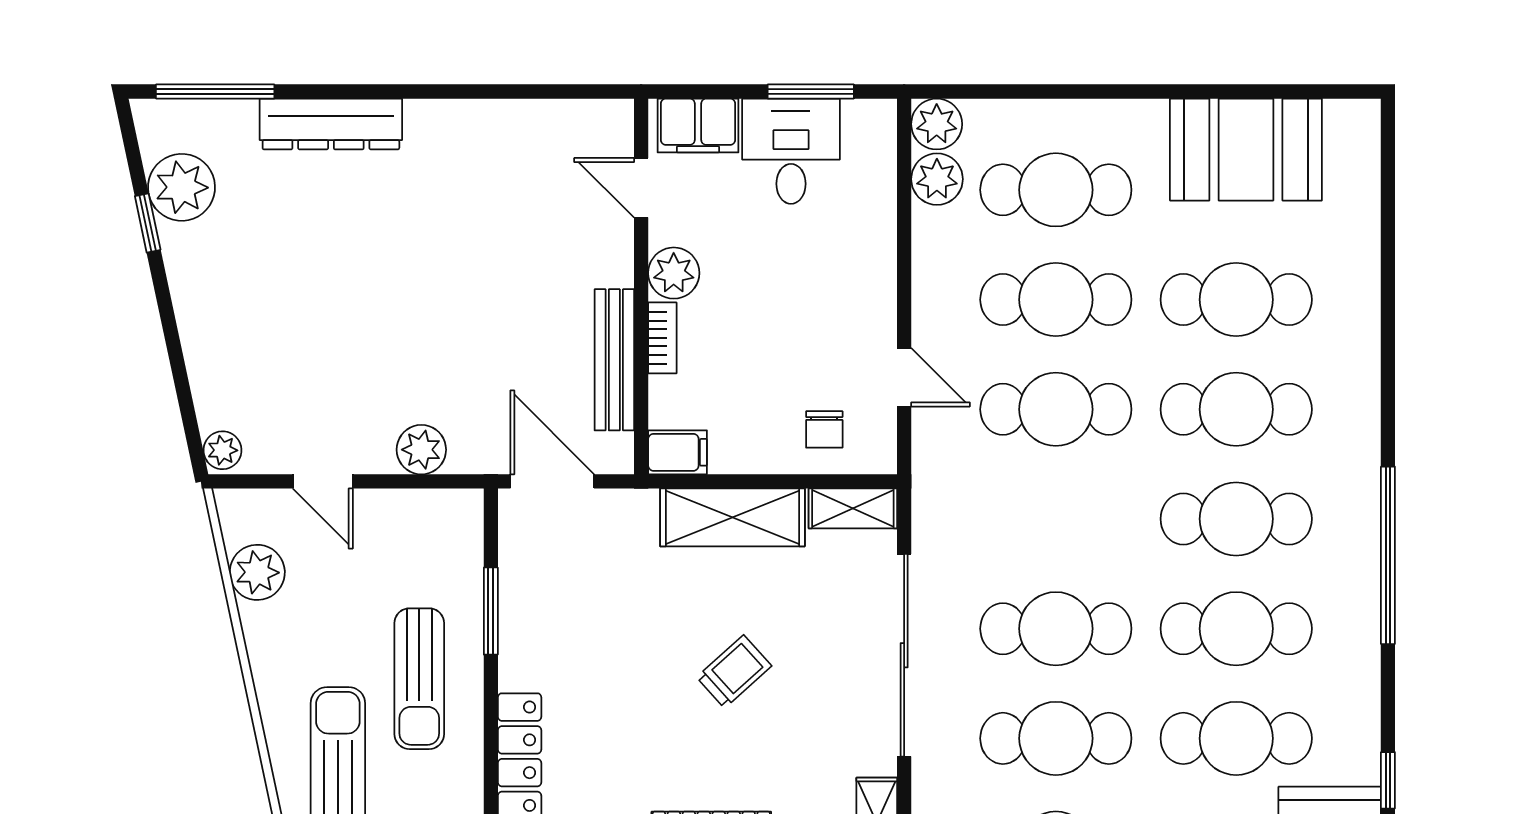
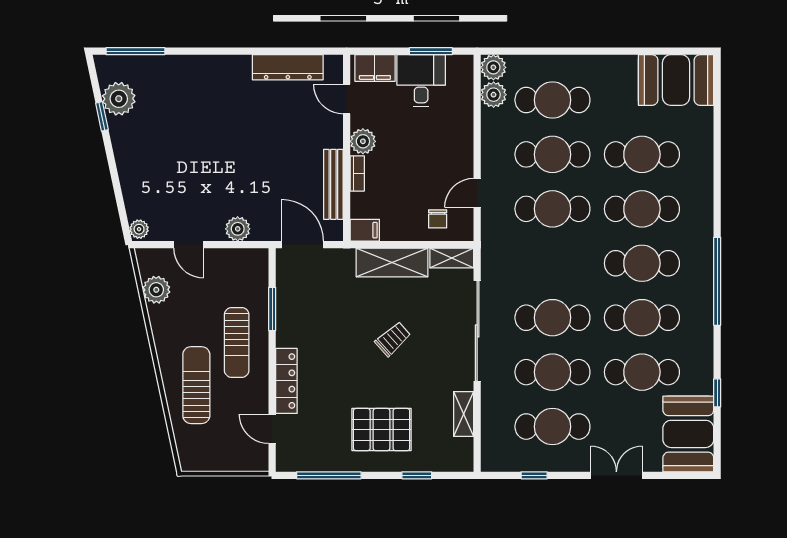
dresser: (331, 124) -> (288, 67), moved
booth: (1246, 150) -> (676, 80), moved
door: (904, 377) -> (477, 193), swing flipped

